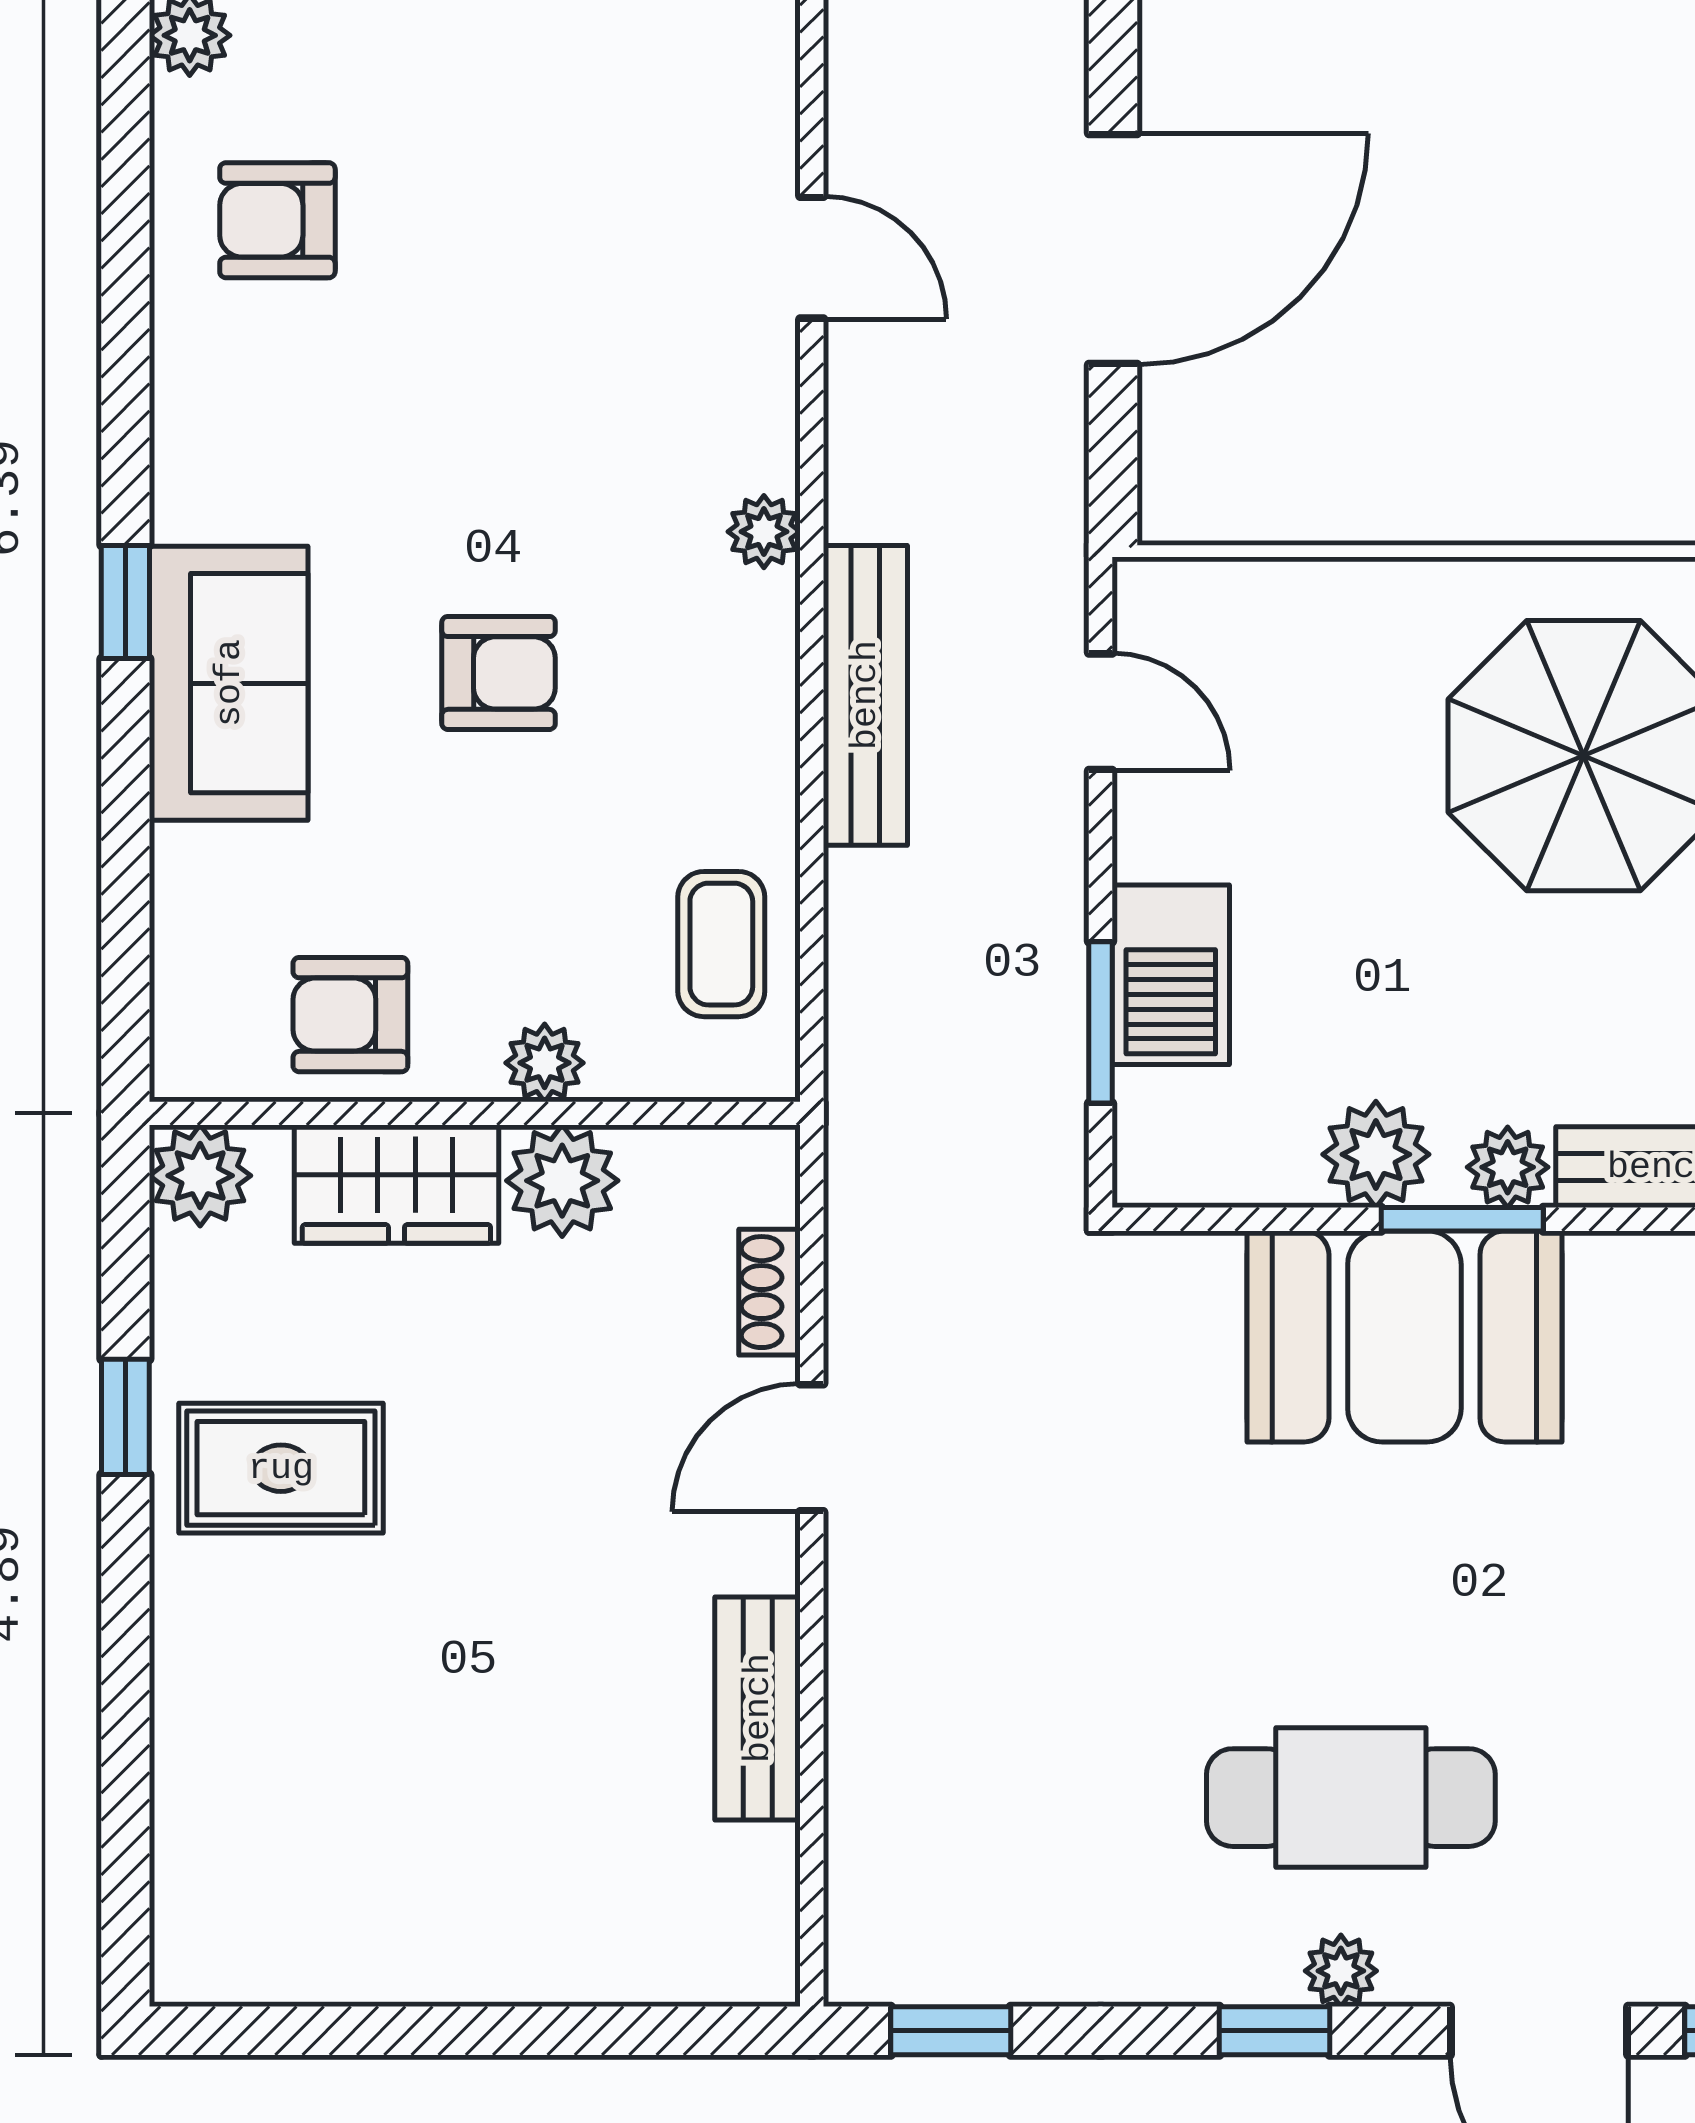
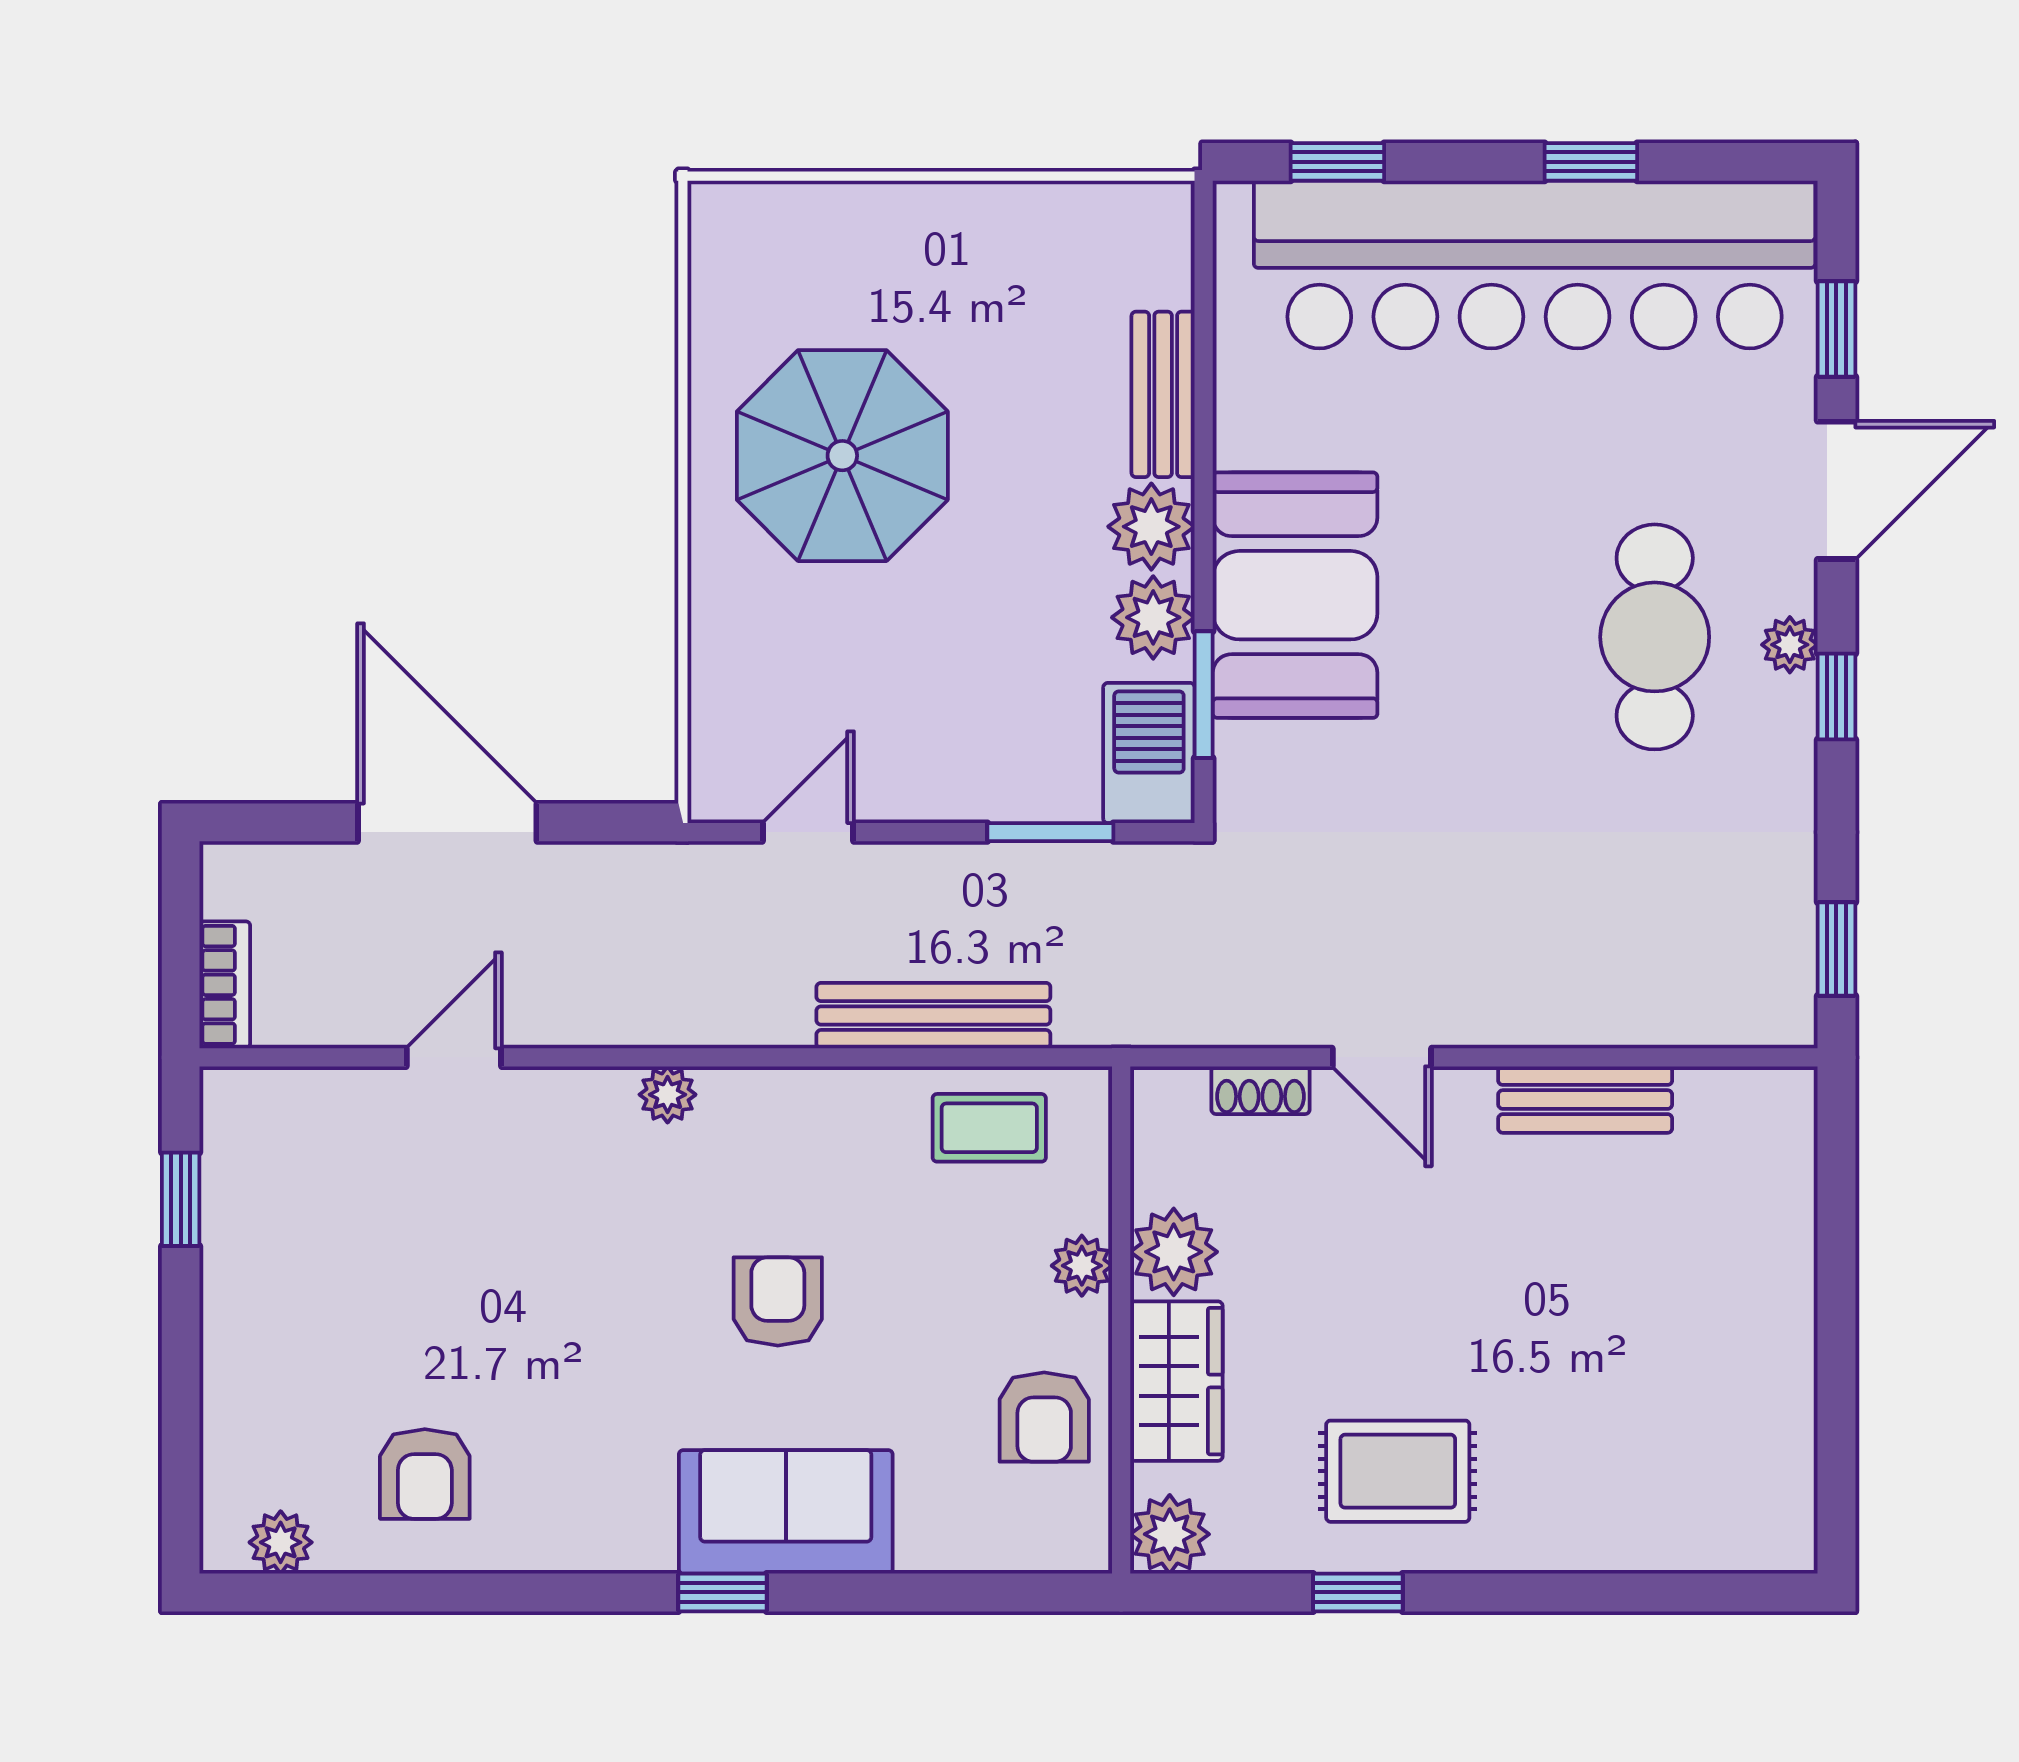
bench: (865, 695) -> (933, 1016), moved
barbecue: (1171, 975) -> (1149, 753), moved, turned -90
plant: (1508, 1167) -> (1151, 527), width x1.38, depth x1.38
window: (1462, 1219) -> (1204, 695), moved
rug: (281, 1468) -> (1398, 1471), turned 90

